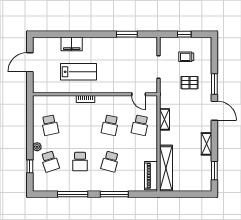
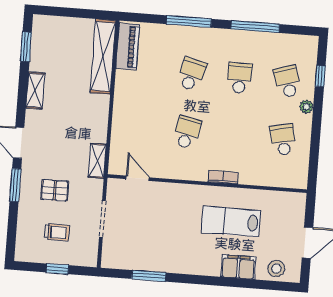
stool: (48, 45) -> (276, 268), added
shelving: (164, 119) -> (97, 161), moved
school desk: (140, 125) -> (139, 129), removed

